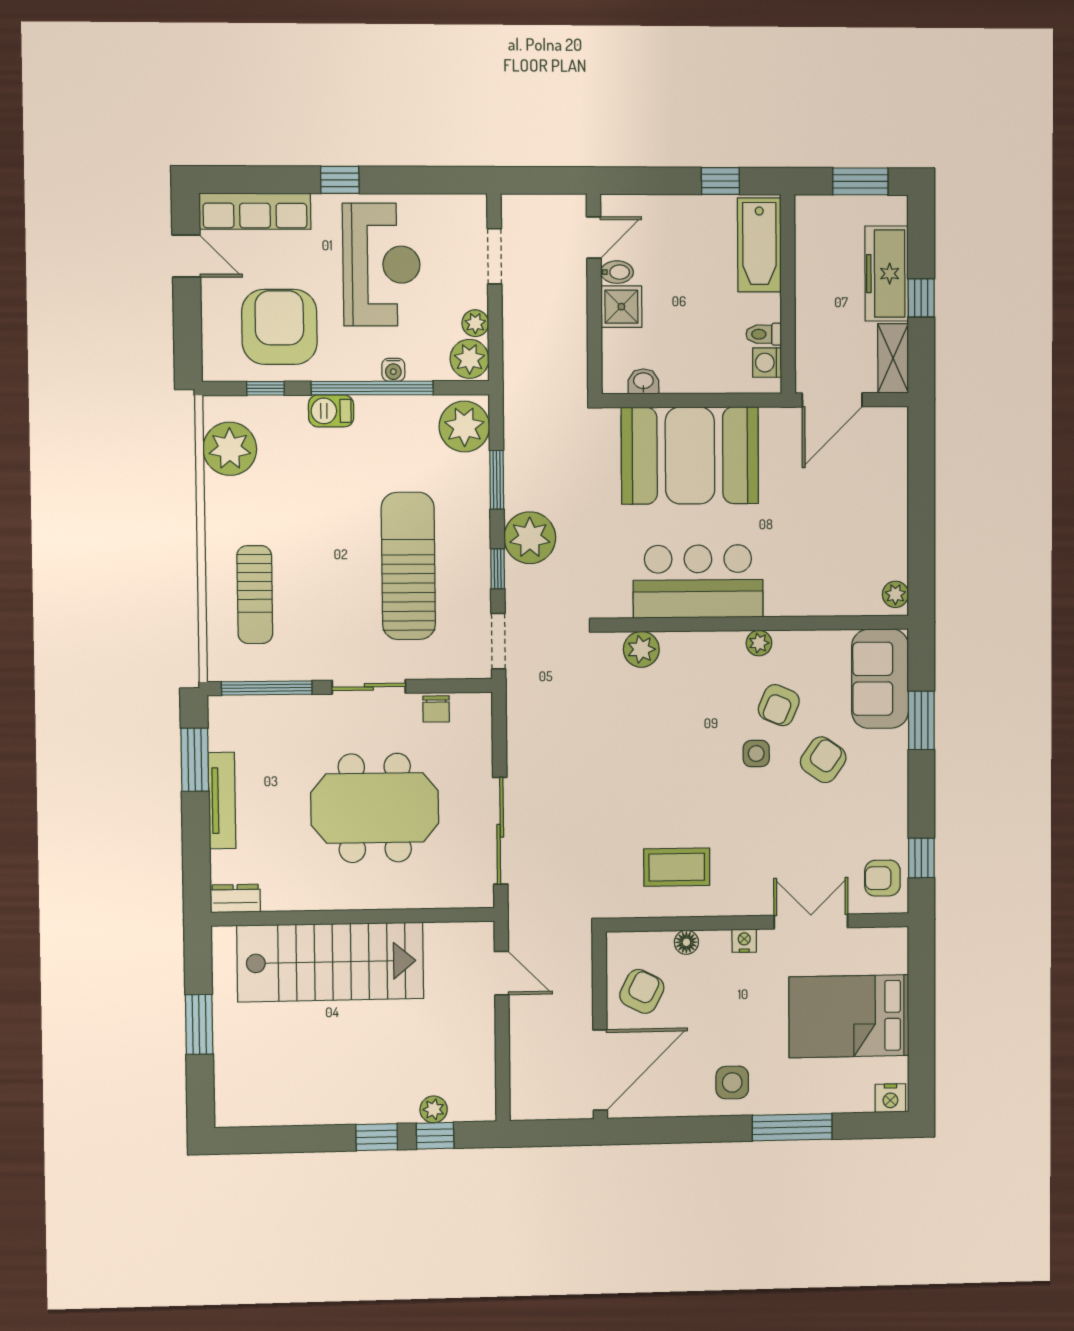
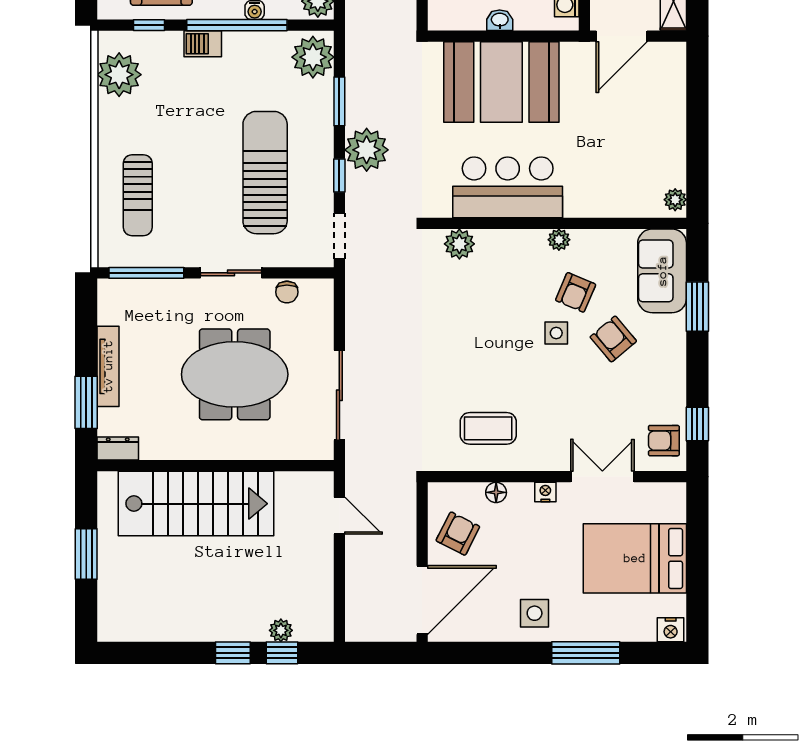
washbasin: (643, 381) -> (500, 20), moved
window: (195, 760) -> (86, 402), moved
armchair: (823, 760) -> (613, 339), turned -75

